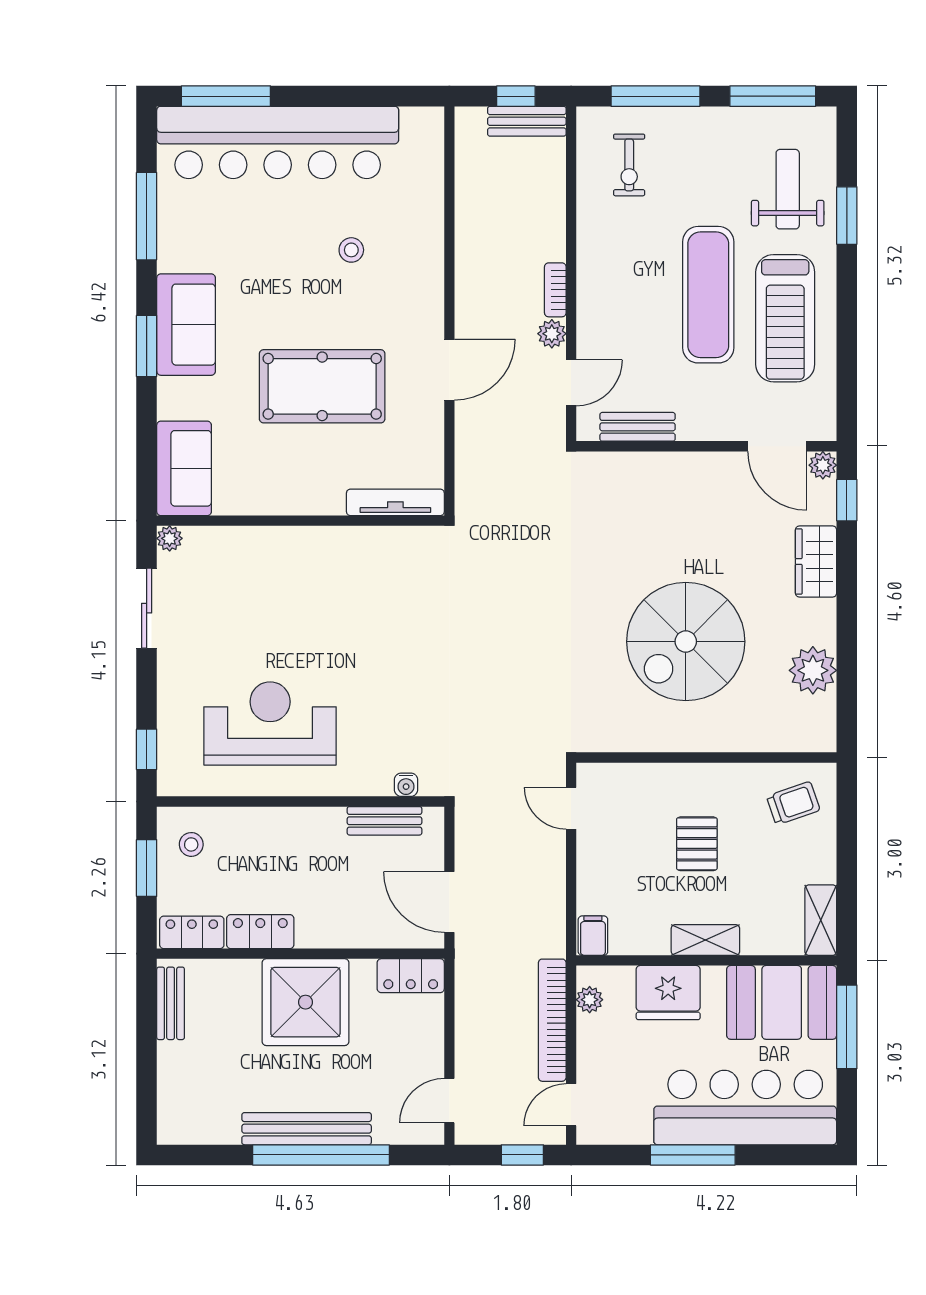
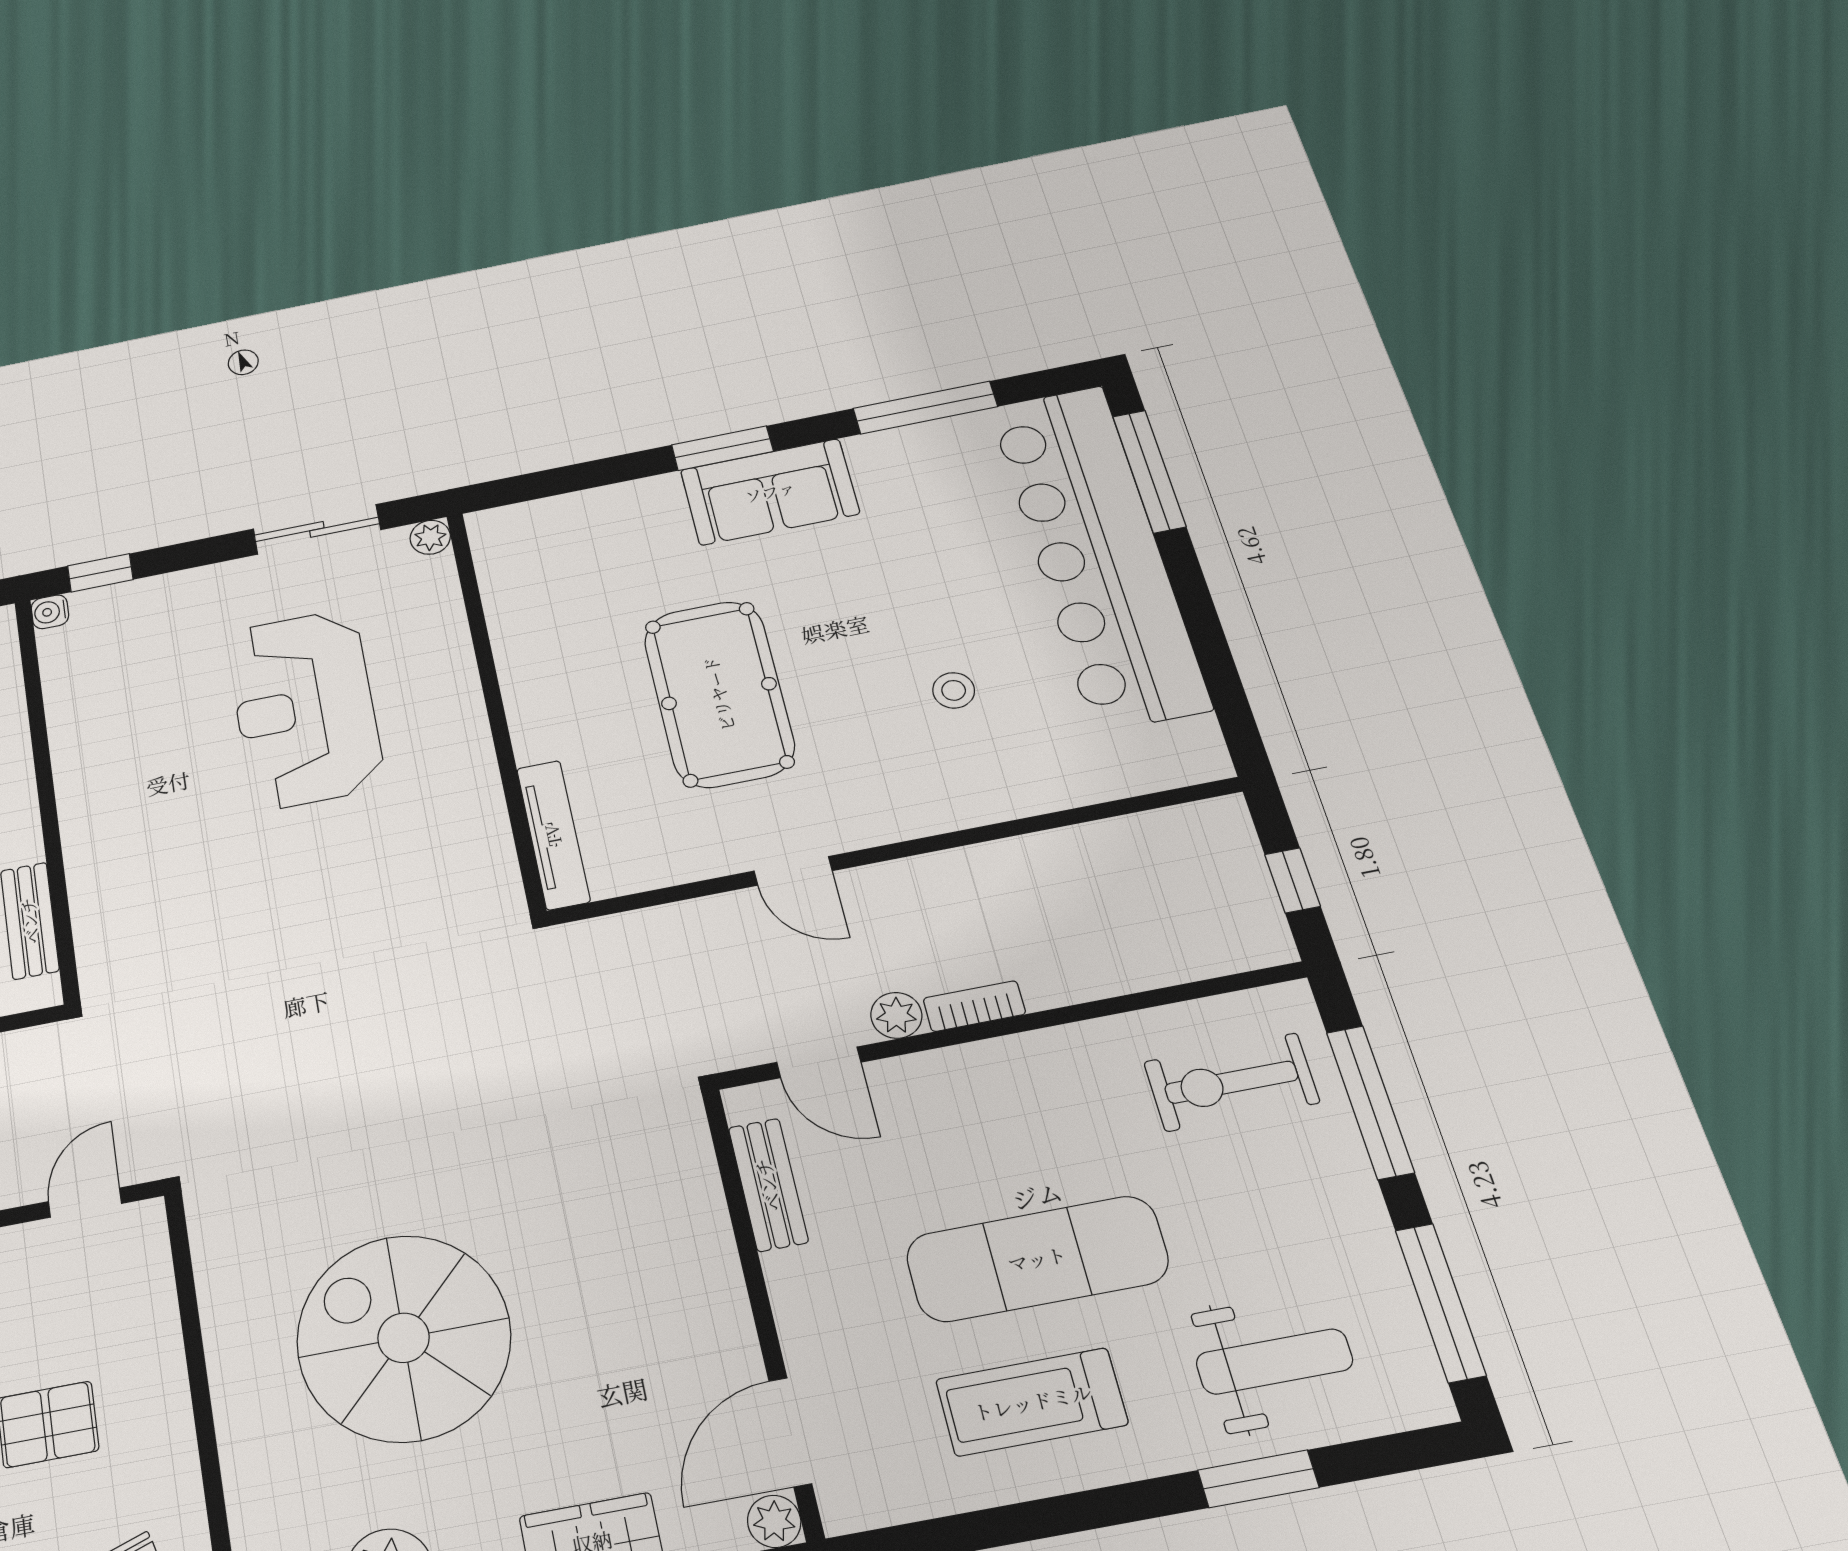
bench: (527, 121) -> (1254, 906), removed
exercise bike: (629, 165) -> (1231, 1082), width x1.38, depth x1.39
treadmill: (785, 318) -> (1032, 1402), width x0.73, depth x0.73
door: (449, 370) -> (793, 871), width x0.73
sofa: (184, 468) -> (544, 534), removed
reception desk: (270, 723) -> (305, 709), moved, turned 180
water cooler: (406, 785) -> (50, 612), moved

